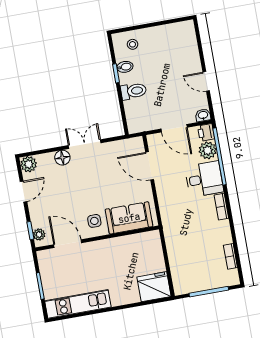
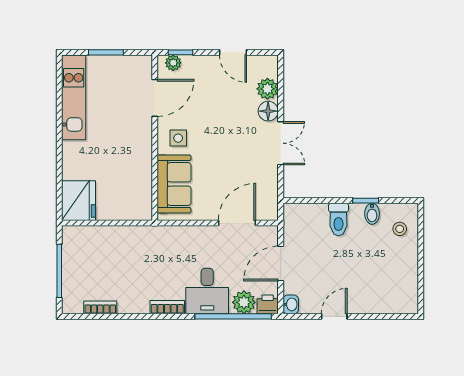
plant: (29, 164) -> (267, 89), moved

